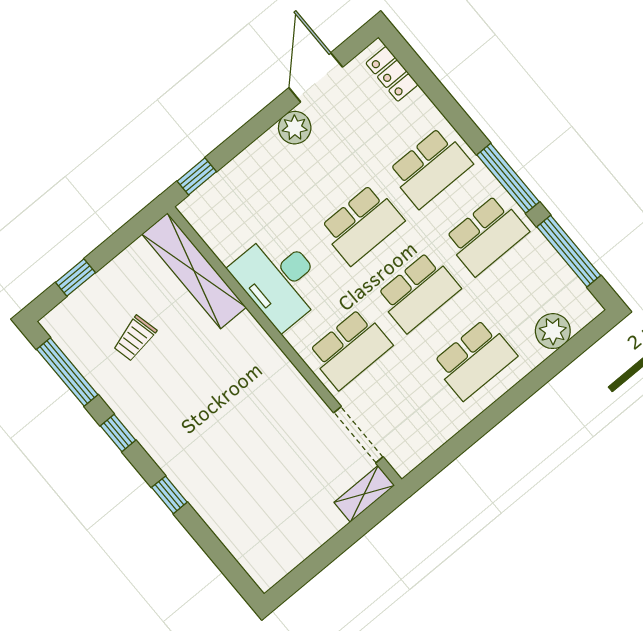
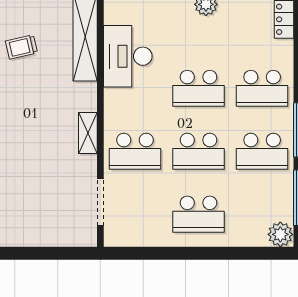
desk: (279, 280) -> (128, 56), moved
plant: (553, 331) -> (280, 234), moved
shelving: (364, 494) -> (88, 133), moved, turned 90

